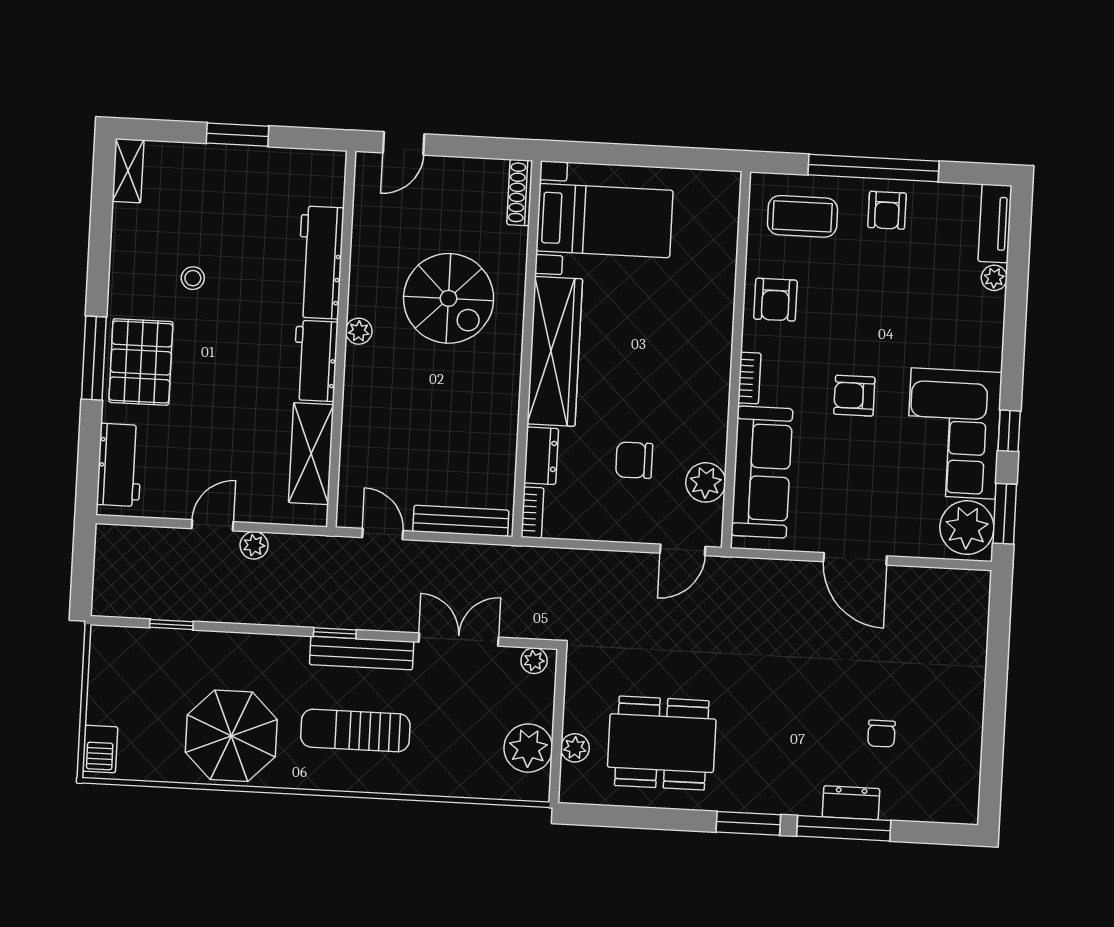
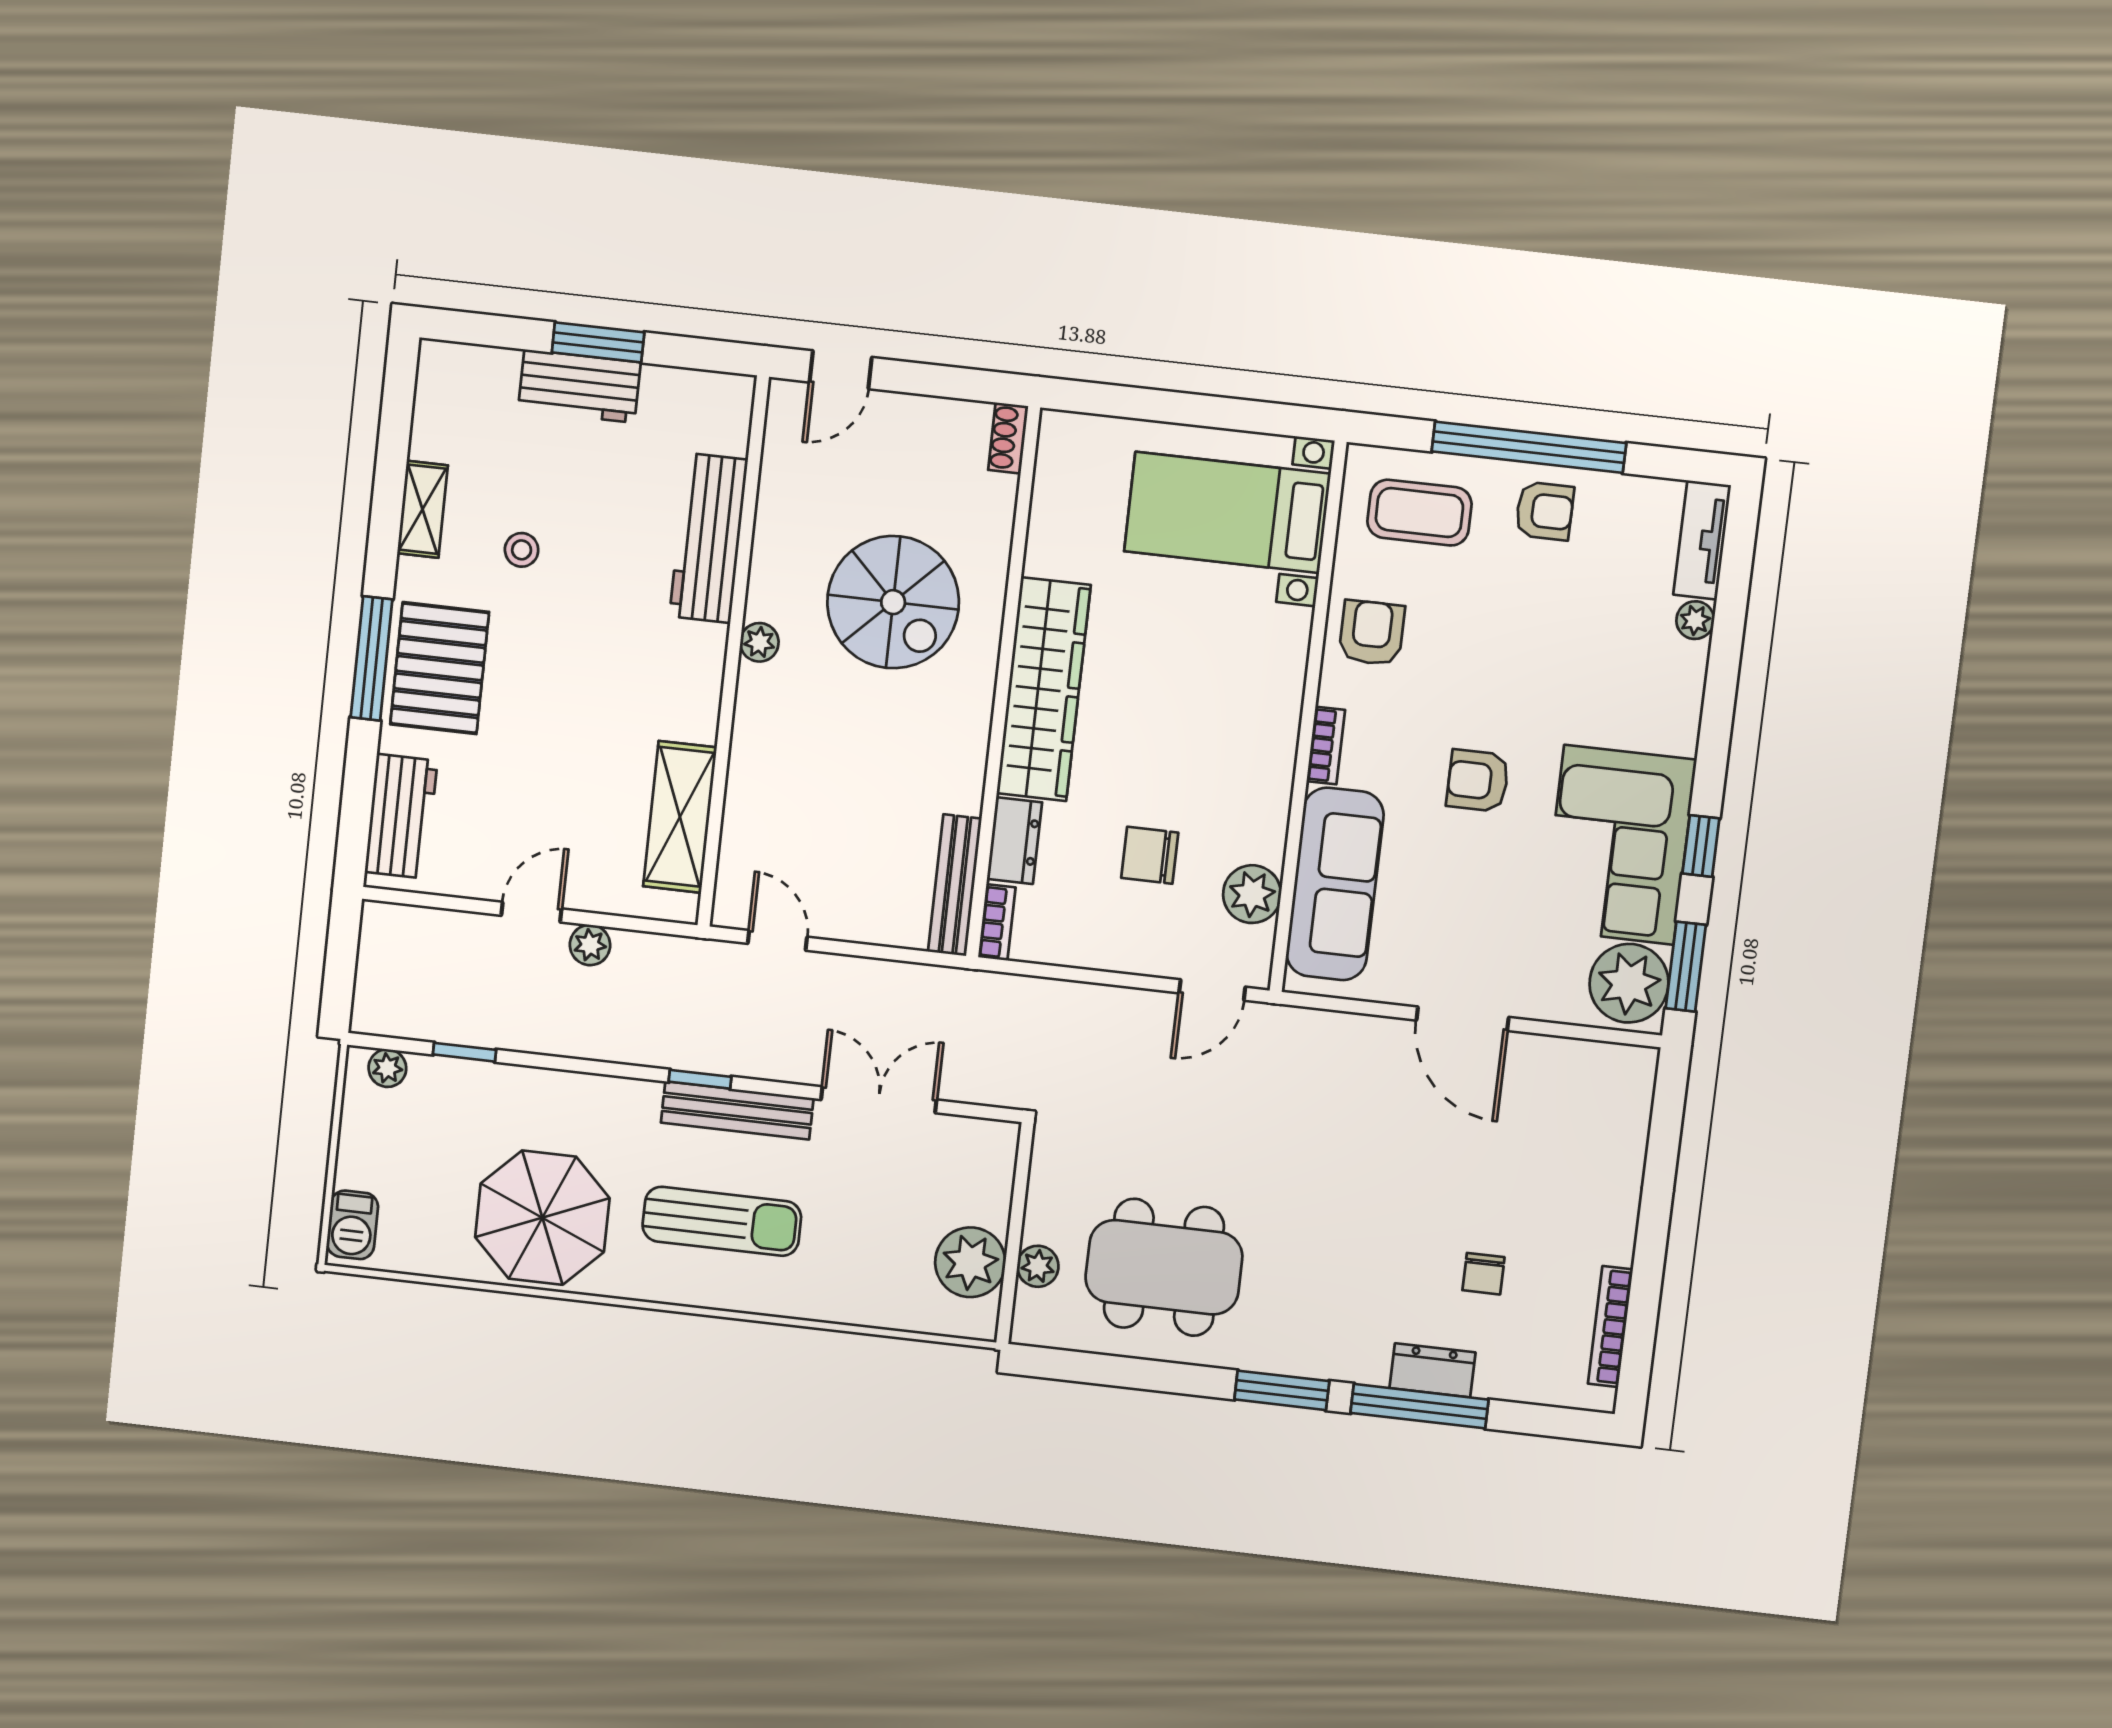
shelving: (128, 171) -> (423, 509), moved
shoe rack: (520, 192) -> (1008, 438), width x0.70
armchair: (887, 210) -> (1545, 511), turned -90
bed with nightstands: (604, 221) -> (1227, 513), moved, turned 180
armchair: (776, 300) -> (1372, 633), turned 180
workbench: (315, 361) -> (579, 386), moved, turned -90
bench: (461, 521) -> (955, 885), moved, turned 90
plant: (534, 661) -> (387, 1068), moved
sun lounger: (355, 730) -> (722, 1221), turned 180
bookcase: (971, 765) -> (1610, 1327), added

